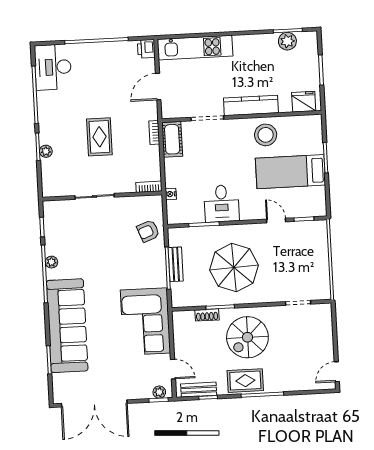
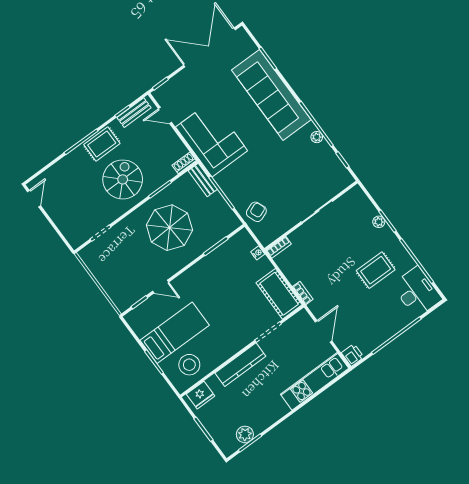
stool: (266, 135) -> (189, 365), moved
rug: (99, 137) -> (376, 270), moved, turned 90
cot: (172, 139) -> (279, 294), width x1.37, depth x1.34
desk: (222, 203) -> (213, 272), removed
bench: (176, 264) -> (203, 180), moved
shoe rack: (207, 315) -> (184, 163), moved
plant: (159, 392) -> (164, 90), removed

